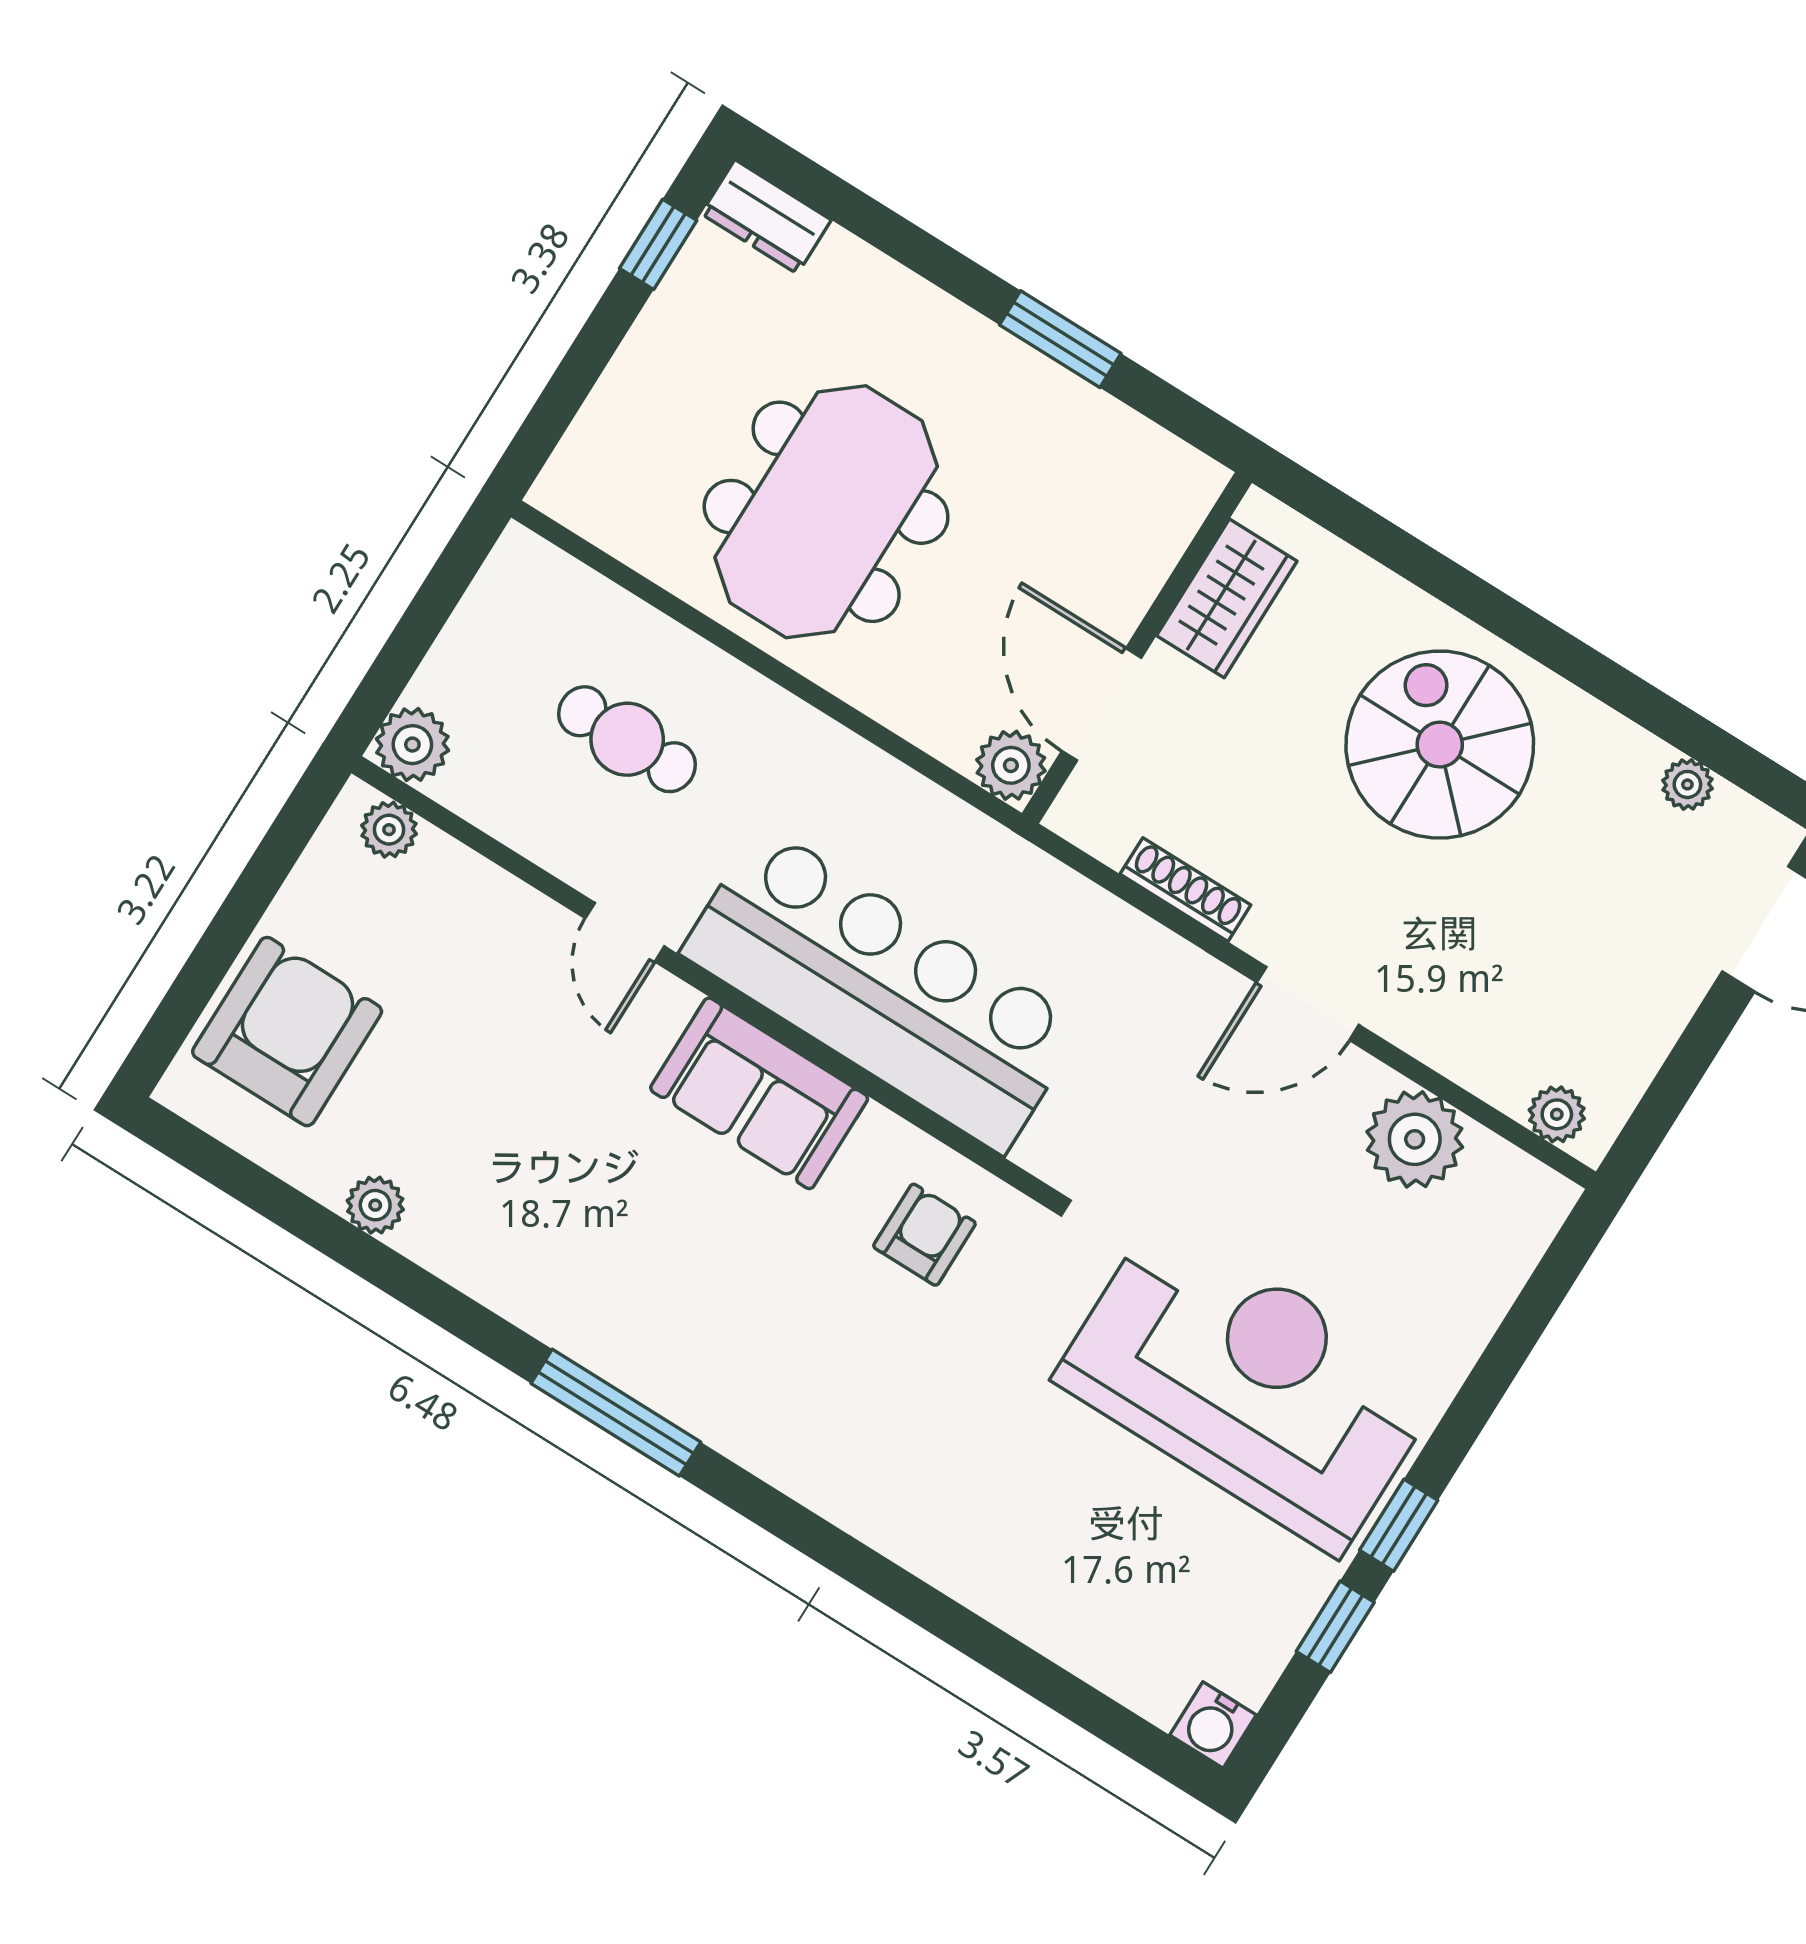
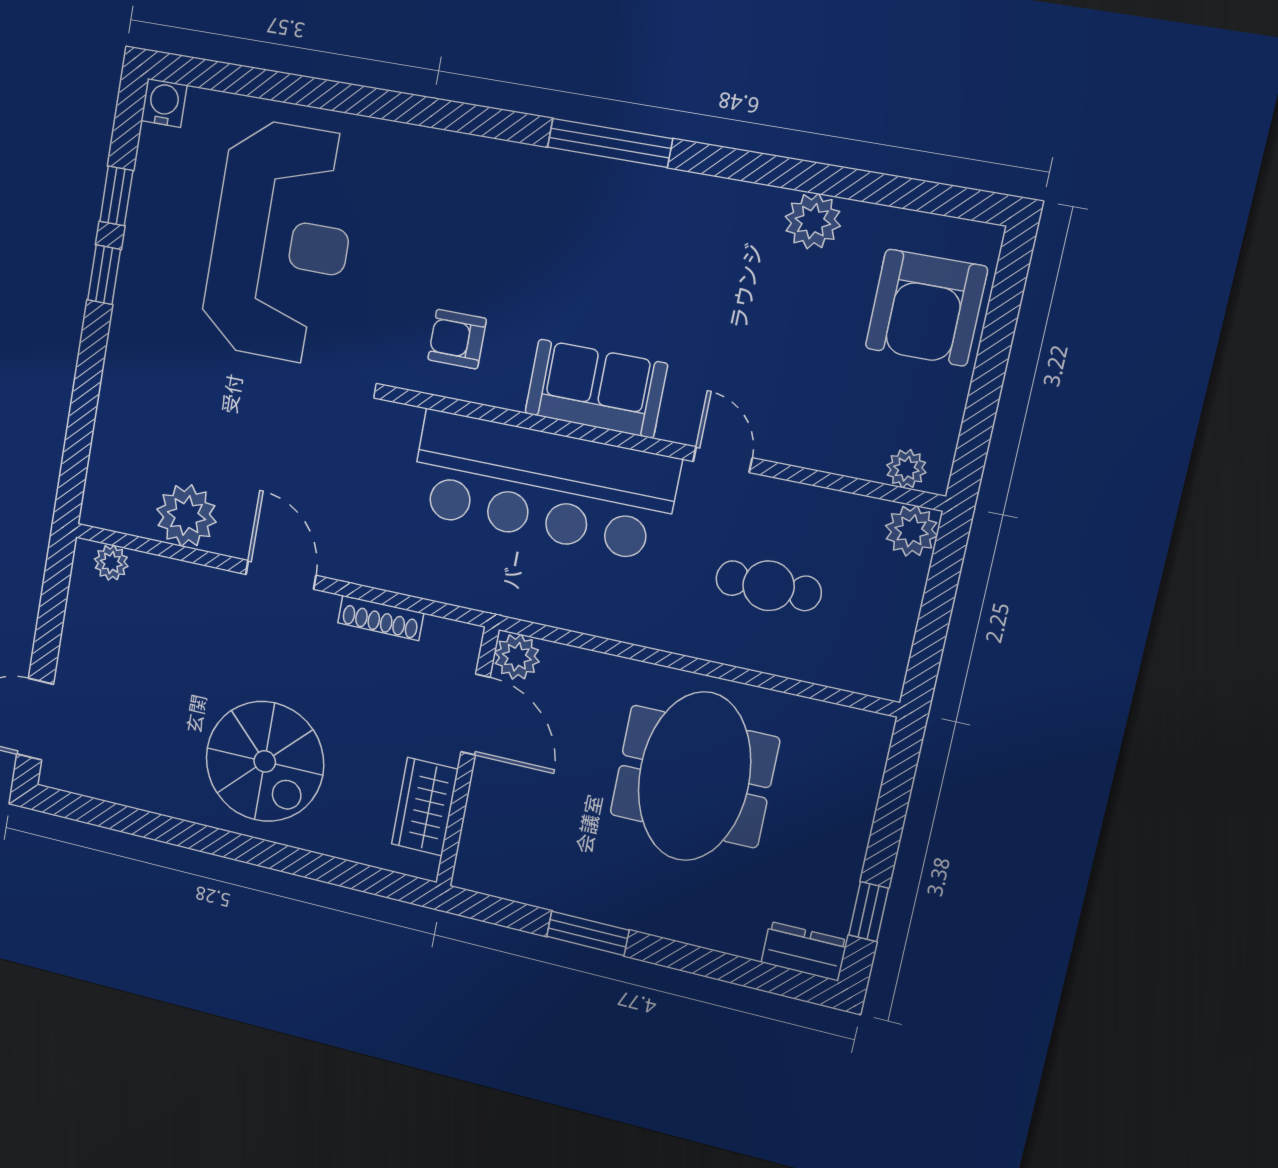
plant: (1687, 784) -> (115, 788), removed
door: (1308, 1004) -> (281, 575), hinge flipped
plant: (375, 1205) -> (813, 221), width x1.38, depth x1.38
armchair: (924, 1235) -> (457, 339), turned 90
reception desk: (1249, 1384) -> (281, 242), moved, turned -90

